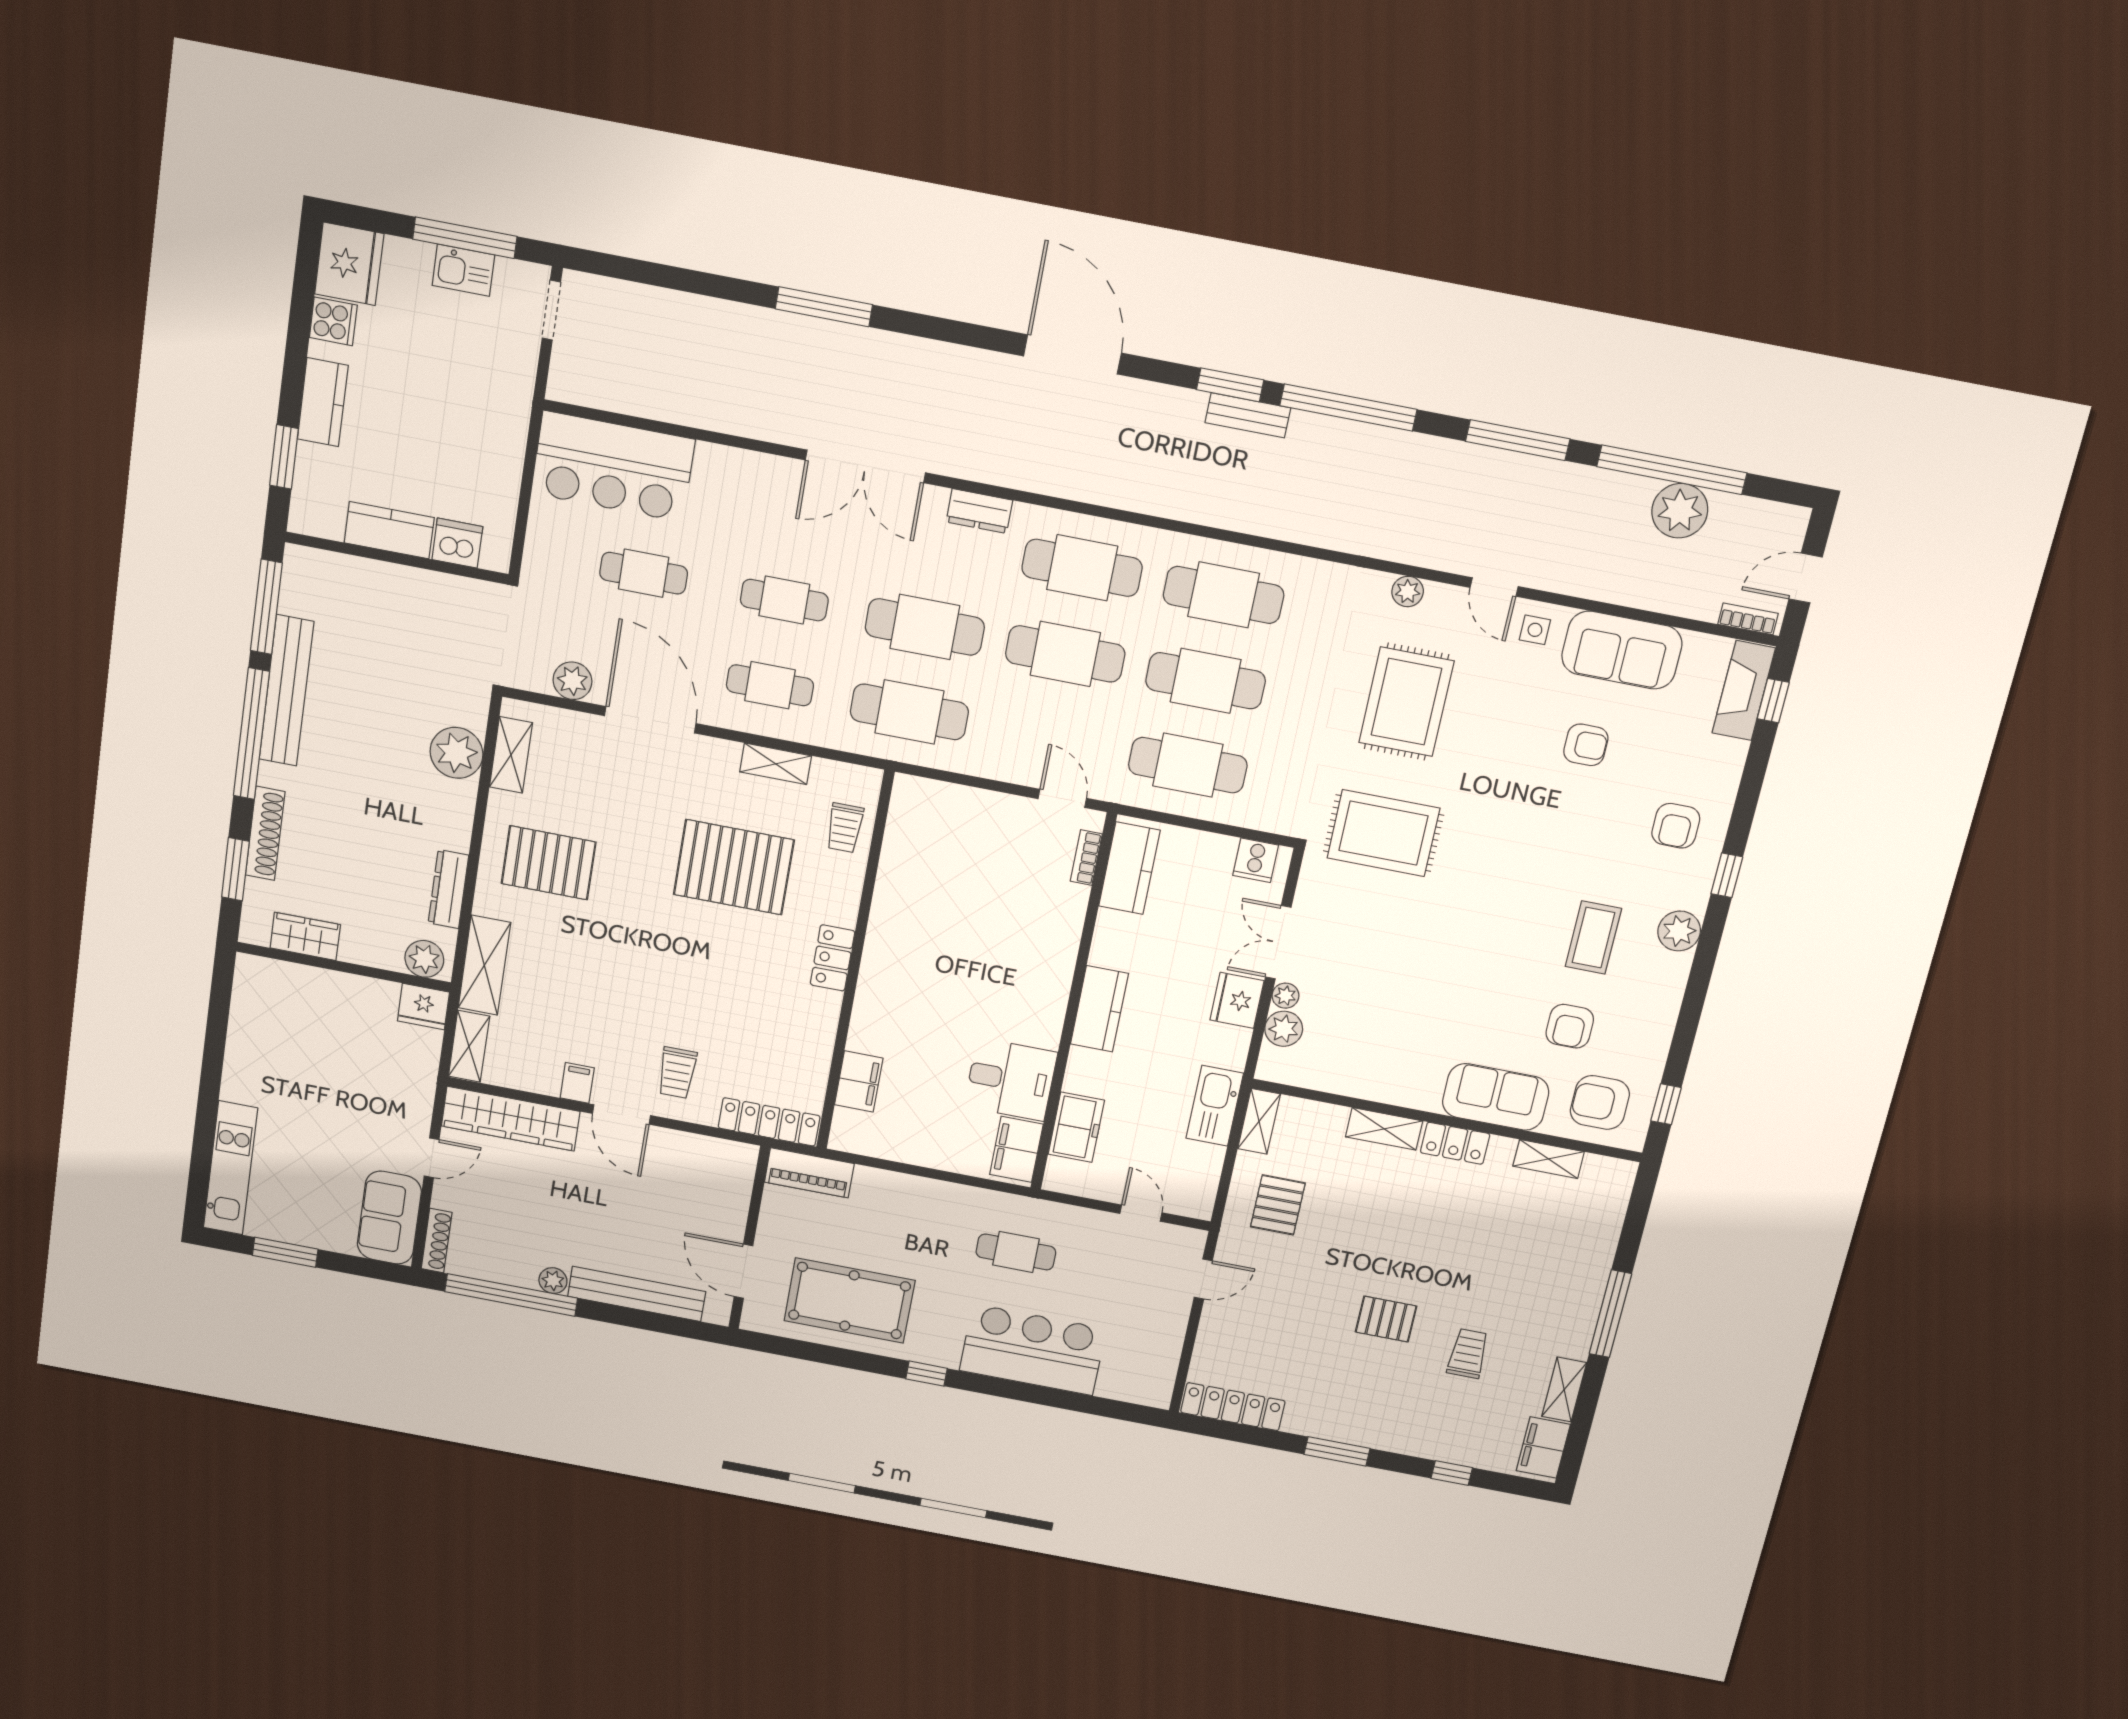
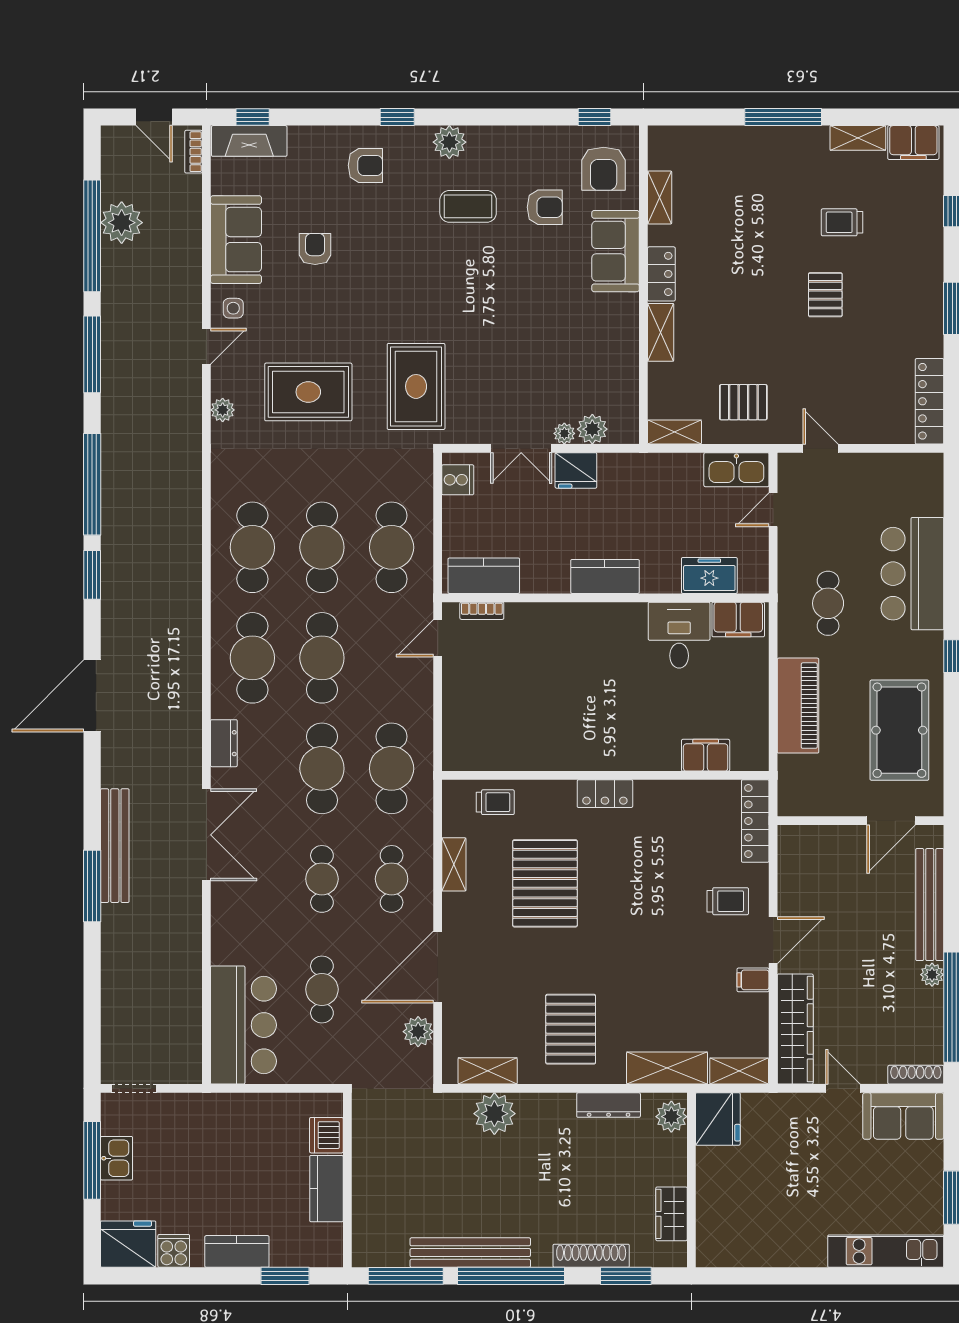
bench: (1248, 415) -> (115, 846), moved, width x1.86, depth x1.21
fridge: (423, 1006) -> (718, 1119), width x1.36, depth x1.34
kitchen sink: (1215, 1106) -> (736, 470), moved
piano: (809, 1173) -> (798, 706), moved, width x1.37, depth x1.33

